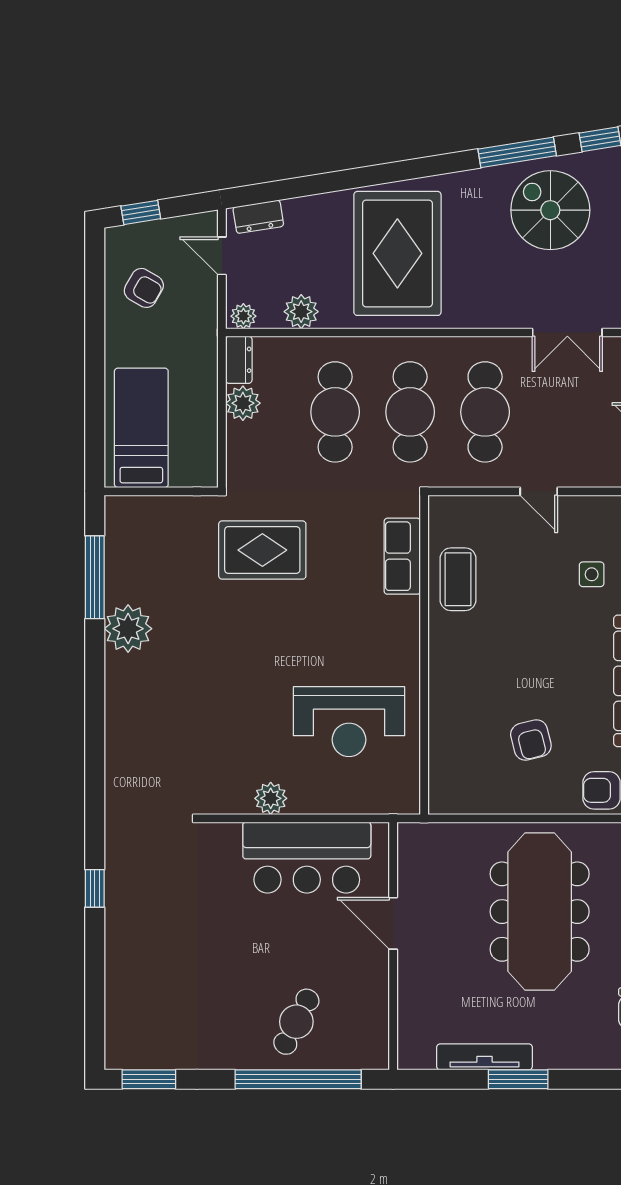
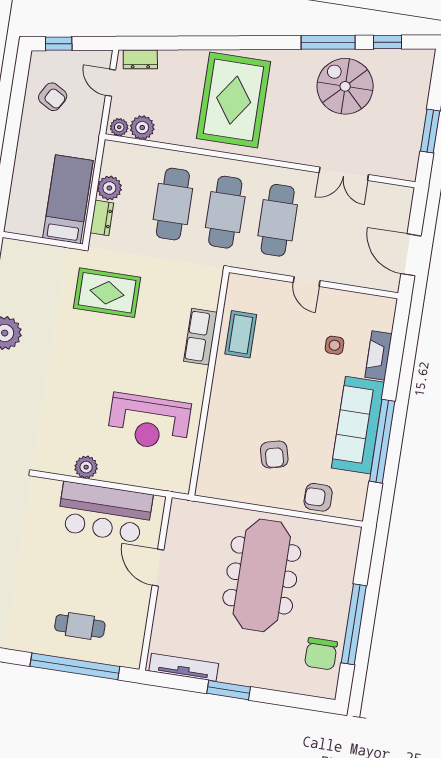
plant: (301, 312) -> (142, 128), moved
dresser: (239, 360) -> (102, 218), moved
bed: (141, 428) -> (68, 199), moved
row of seats: (402, 556) -> (200, 337), moved
cafe table: (296, 1022) -> (80, 626), turned 63
tv unit: (485, 1057) -> (184, 667), moved

